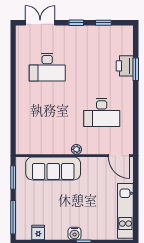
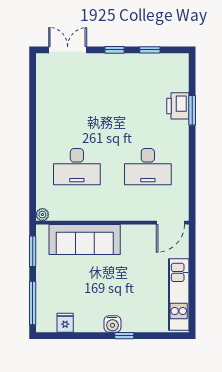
desk: (47, 67) -> (77, 167), moved
plant: (76, 149) -> (42, 215), moved
door: (119, 156) -> (170, 223), hinge flipped

